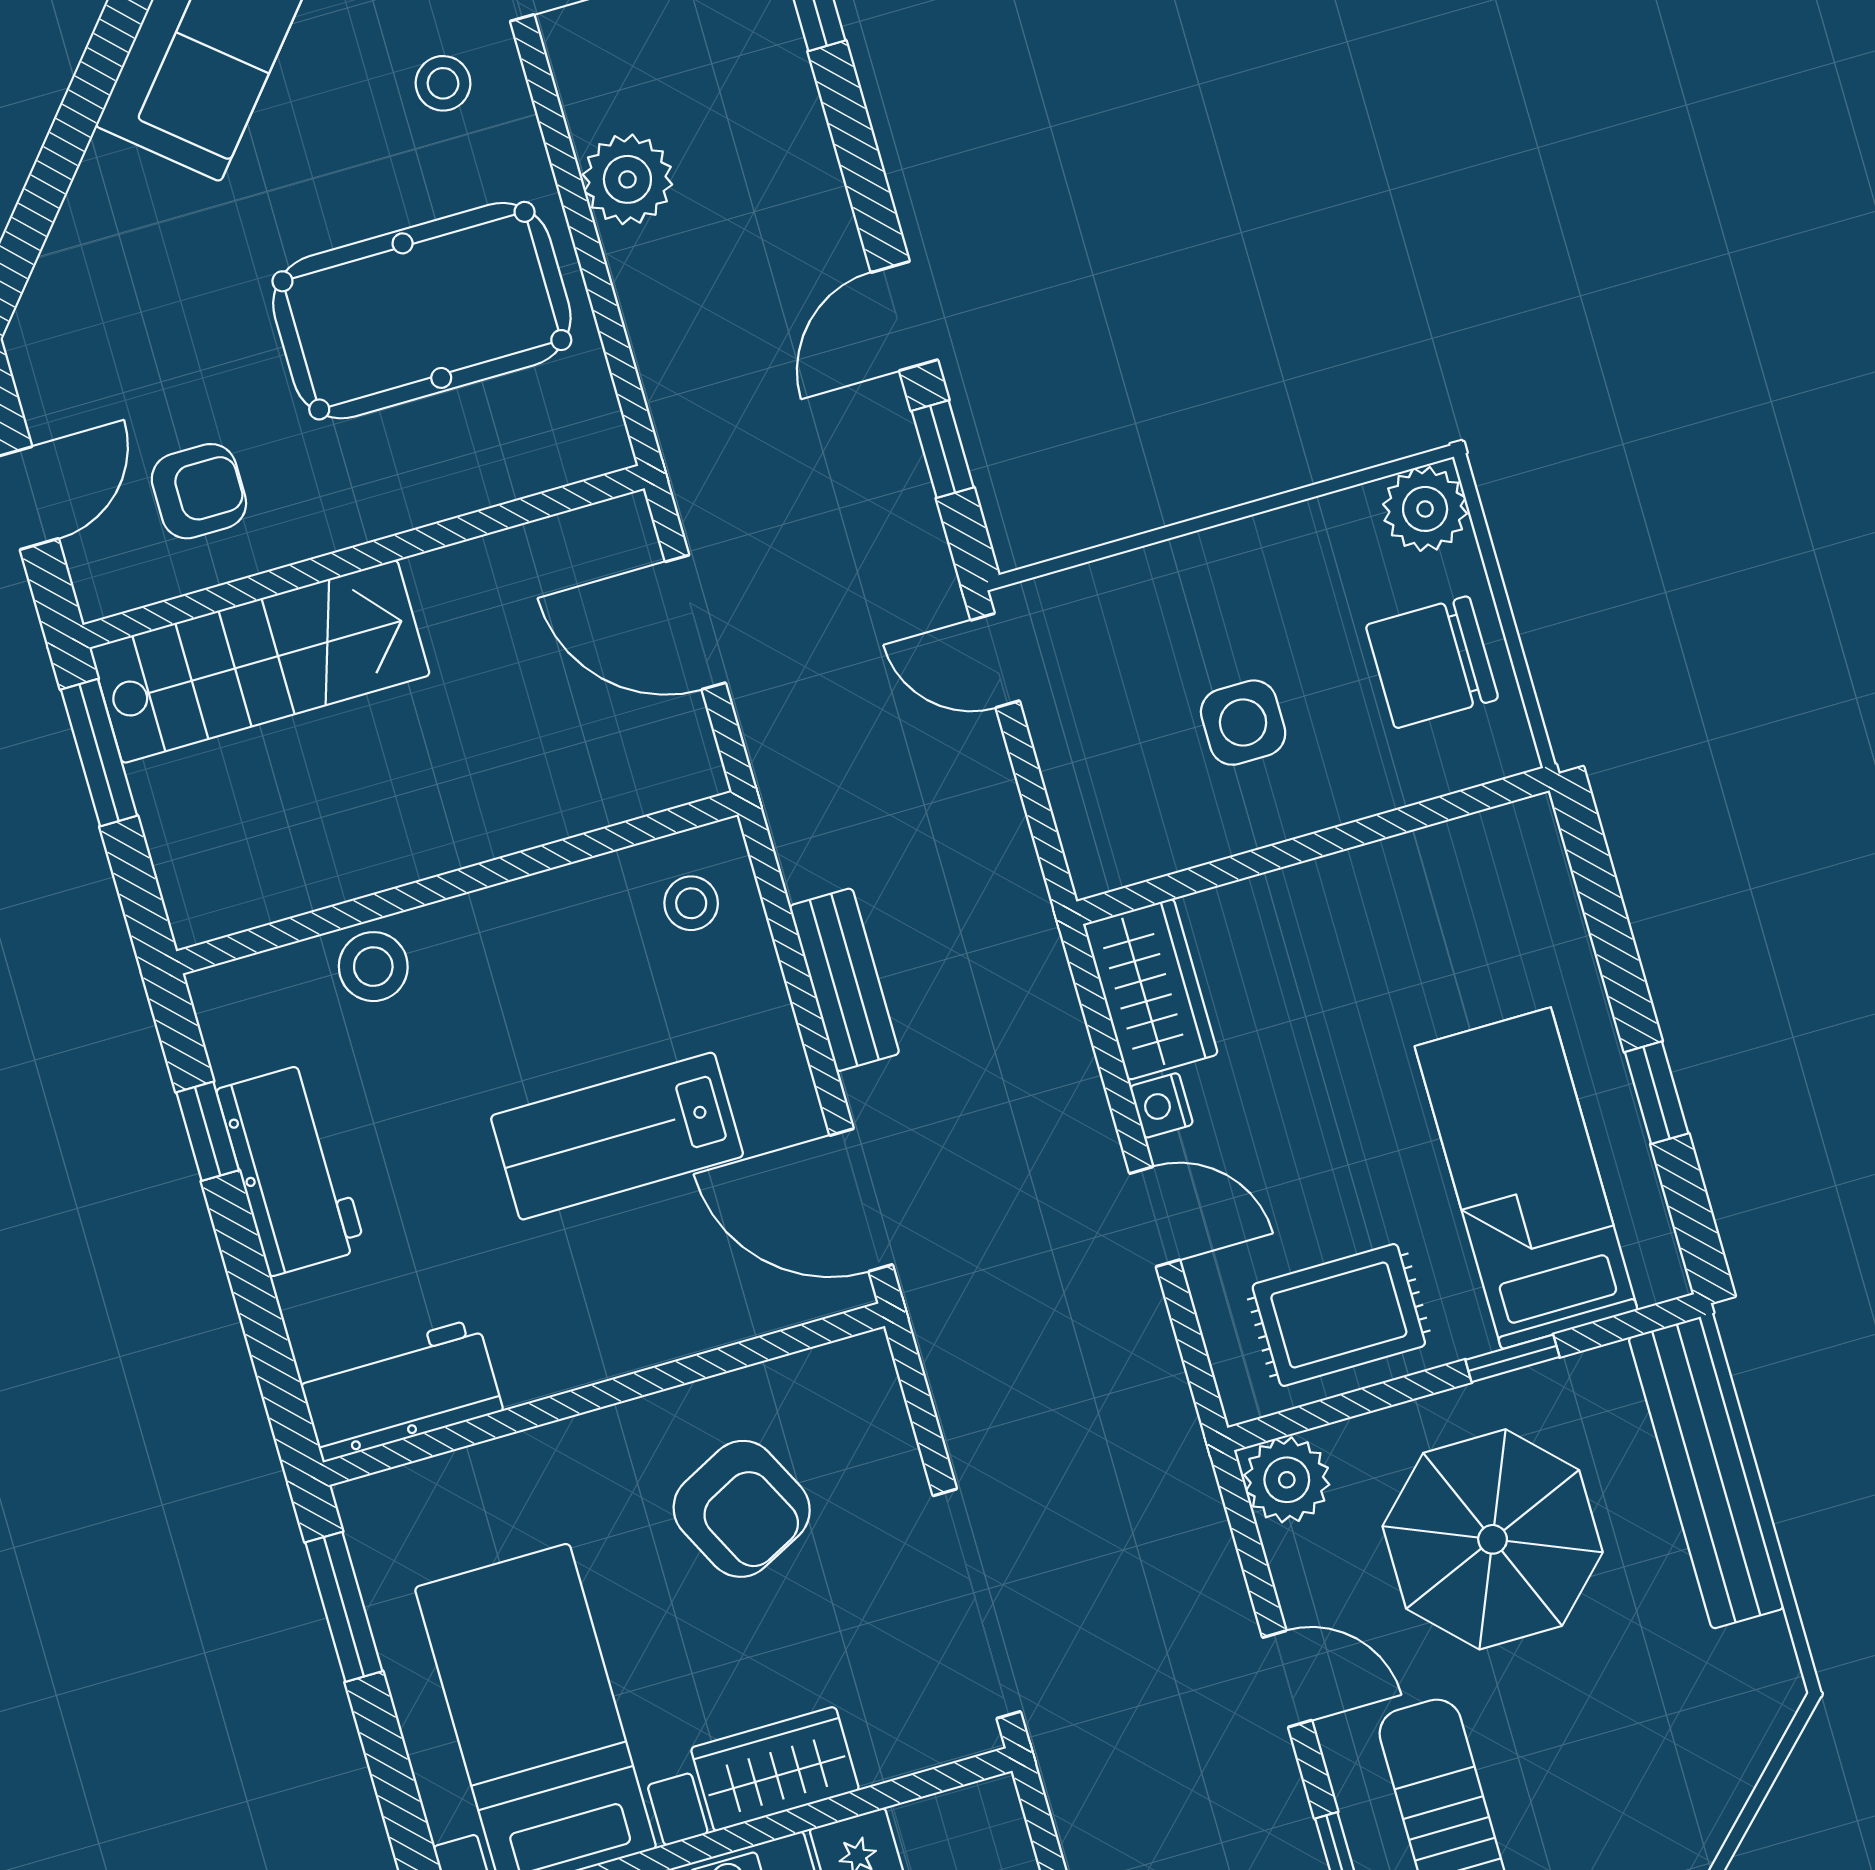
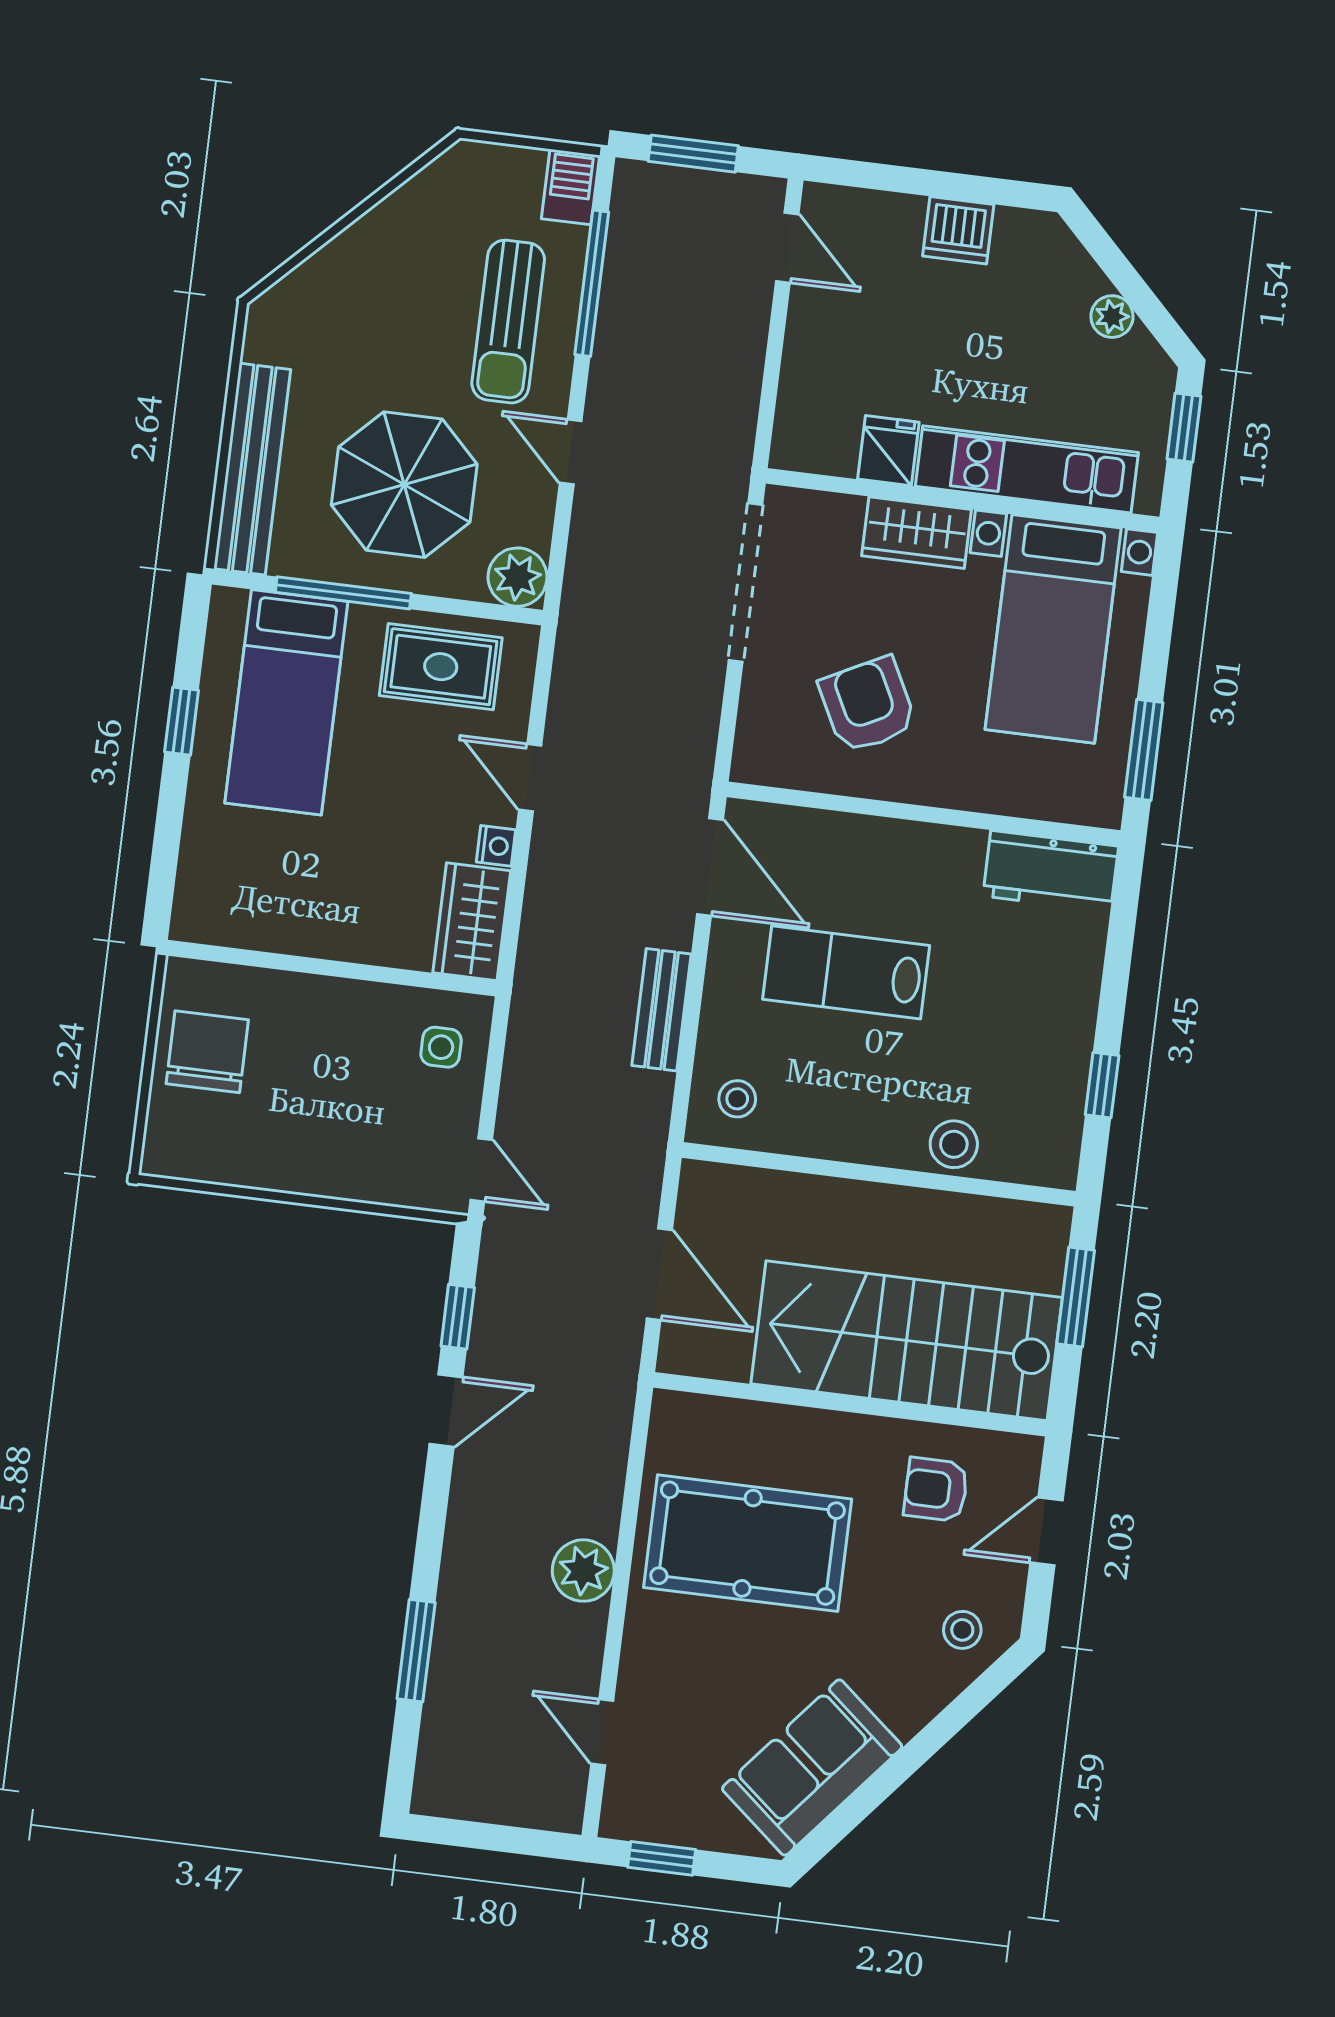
stool: (443, 83) -> (962, 1630), moved
plant: (1425, 509) -> (171, 1150), removed
stairs: (260, 661) -> (907, 1341), width x1.36, depth x1.51
chair: (1432, 662) -> (207, 1052), turned -90
side table: (1243, 723) -> (441, 1047), moved, width x0.73, depth x0.73
window: (99, 753) -> (1076, 1297), moved
lab bench: (617, 1136) -> (846, 972), turned 180
workbench: (291, 1169) -> (1060, 1039), removed
window: (1512, 1358) -> (343, 593), width x2.17

